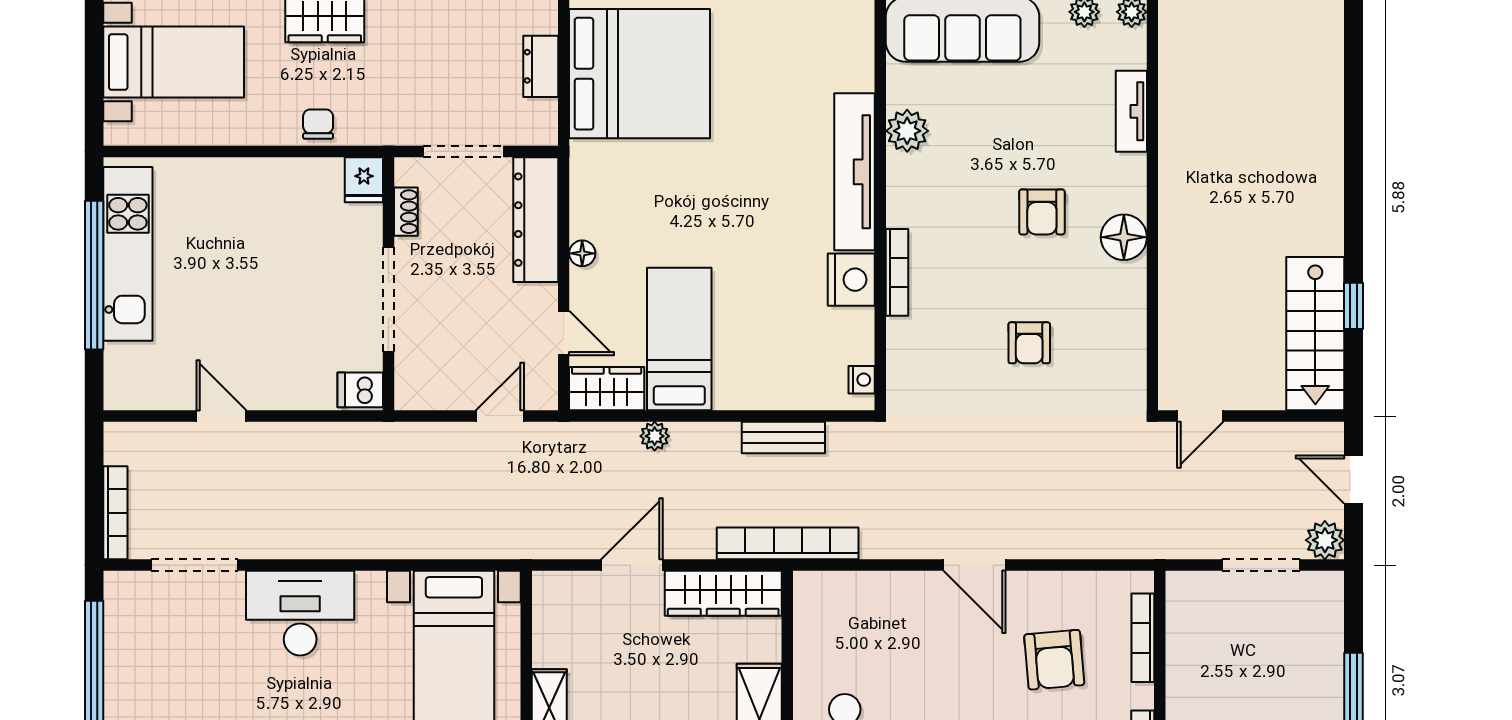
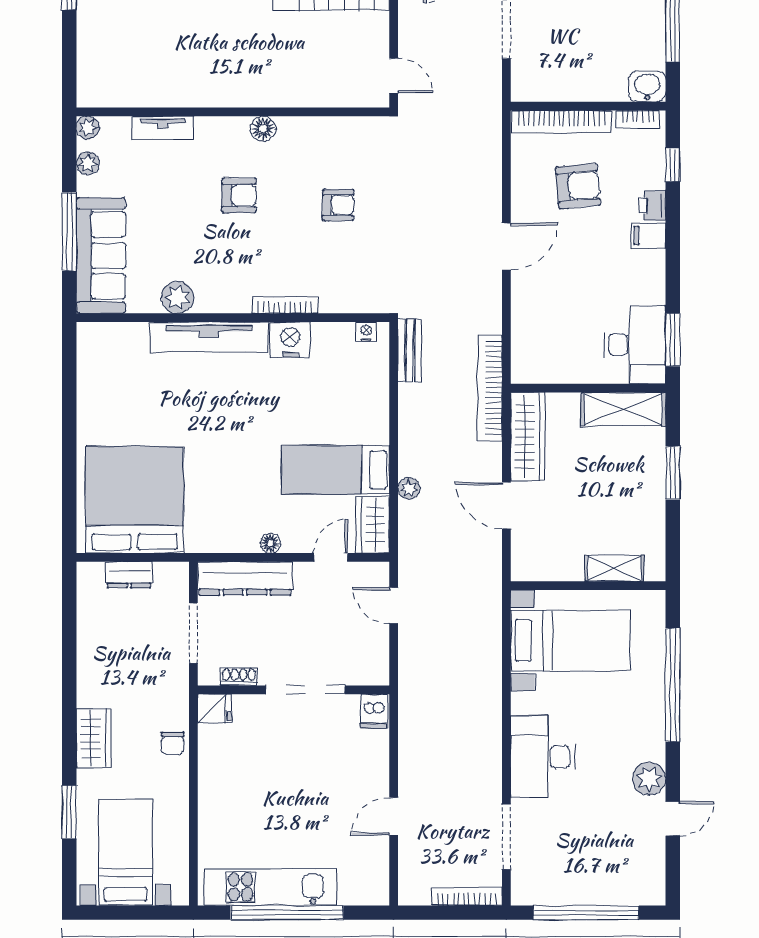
chair: (318, 124) -> (173, 743), turned -90
floor lamp: (1124, 237) -> (263, 129), width x0.73, depth x0.73
bench: (783, 437) -> (410, 350), moved
bookcase: (1143, 638) -> (561, 122), width x1.48, depth x1.31

